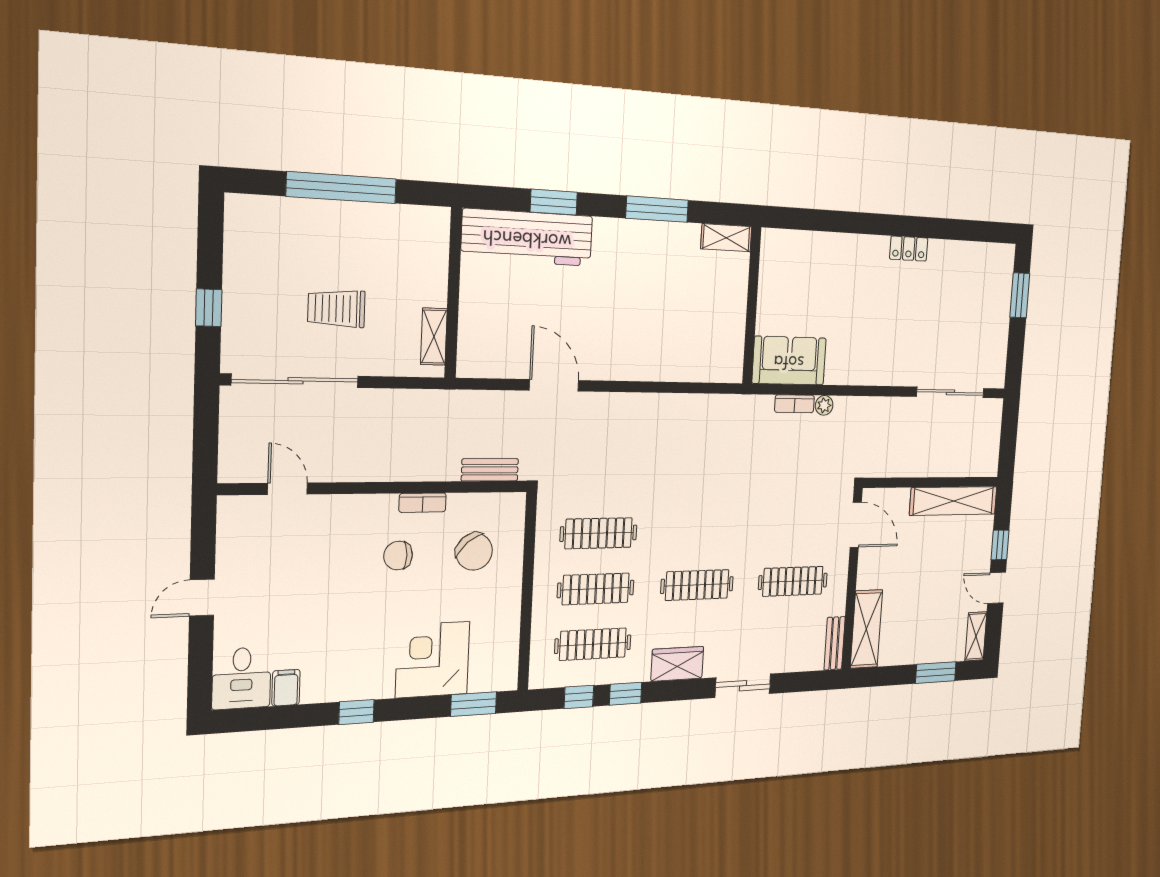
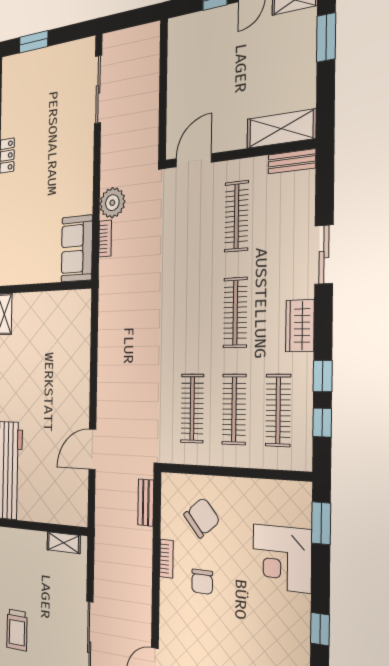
trolley: (336, 308) -> (17, 630), moved
plant: (824, 405) -> (112, 203), width x1.87, depth x1.87
shelving: (954, 501) -> (178, 62), removed

